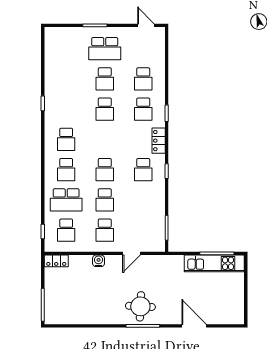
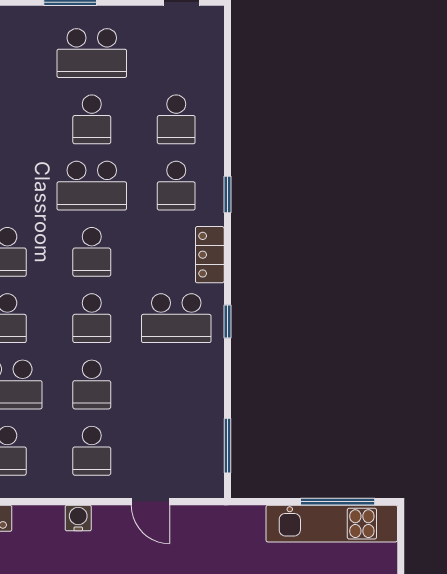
school desk: (105, 109) -> (92, 186), width x1.85
school desk: (105, 139) -> (92, 252), added
school desk: (143, 170) -> (176, 318), width x1.85
door: (131, 253) -> (150, 502), hinge flipped

